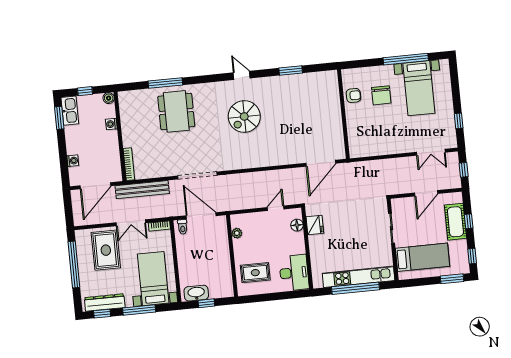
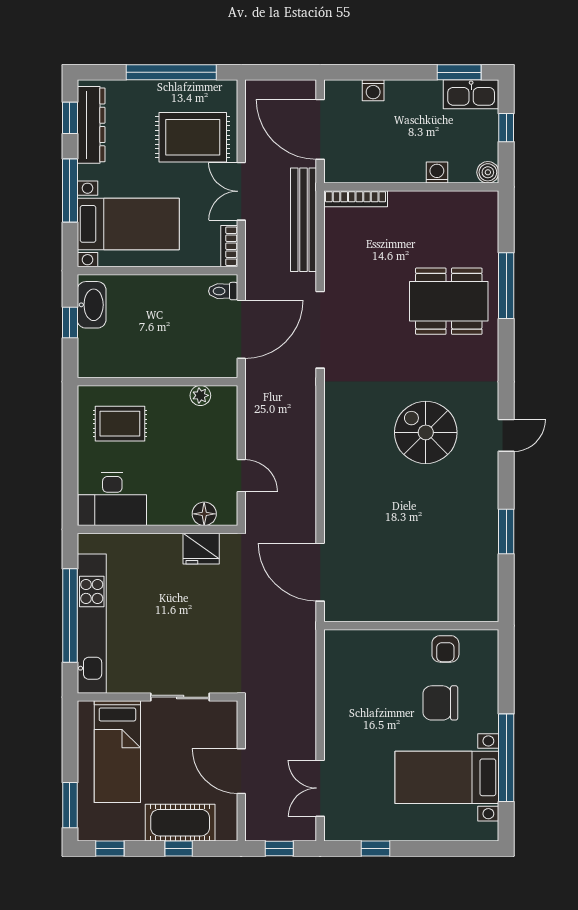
rug: (255, 273) -> (120, 424), turned 90

